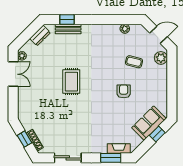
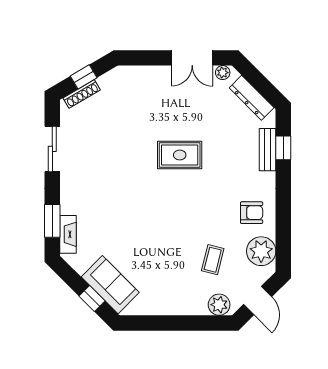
plant: (125, 29) -> (261, 251), width x1.87, depth x1.87
dresser: (40, 36) -> (252, 98), width x1.44
armchair: (124, 91) -> (252, 213), moved

